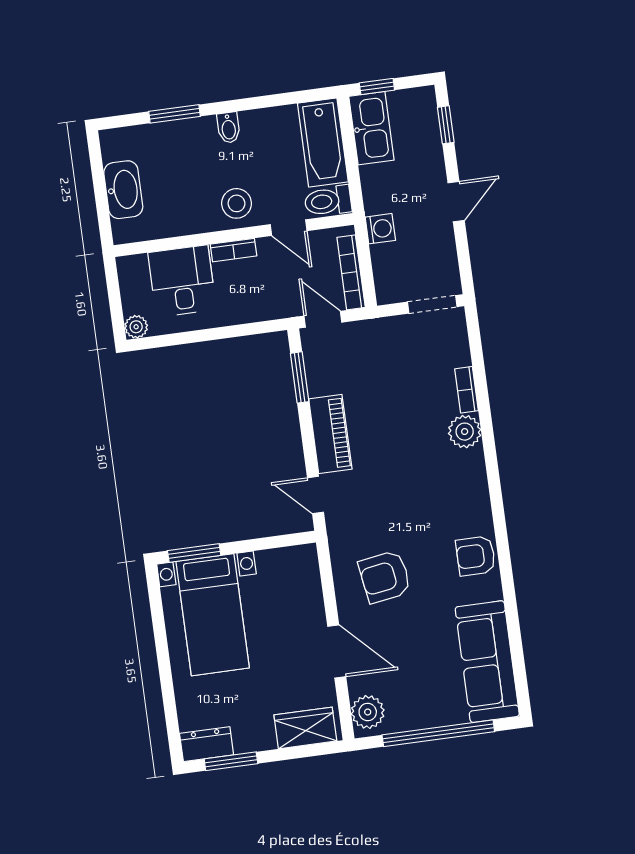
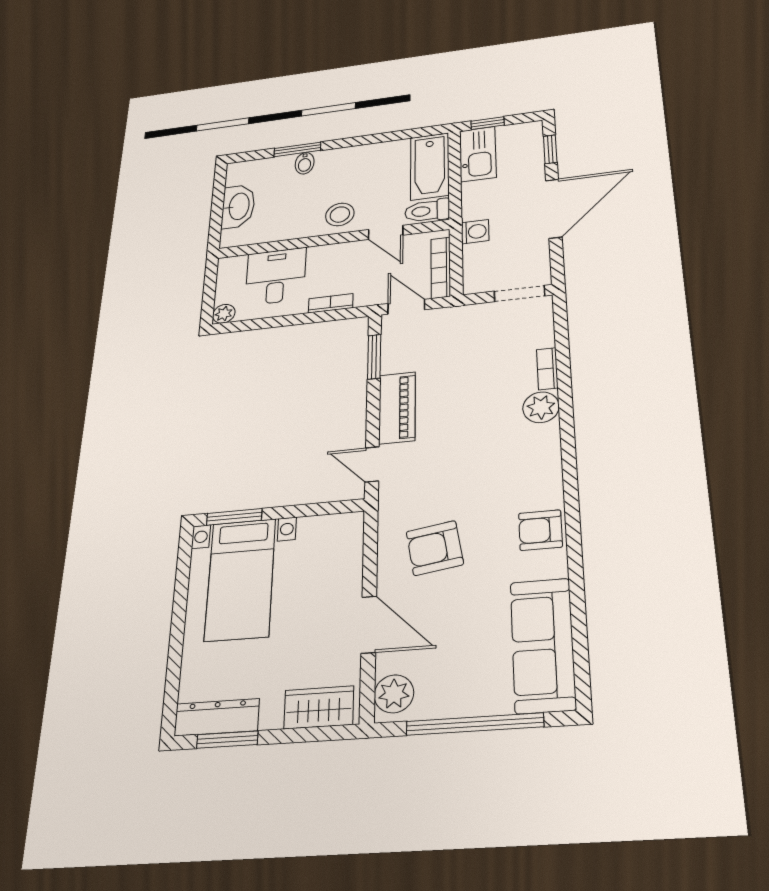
bidet: (229, 128) -> (305, 163), moved
door: (456, 202) -> (554, 209), width x1.88
bookcase: (234, 250) -> (331, 303), moved, turned 180
dresser: (207, 744) -> (217, 717), width x1.44

